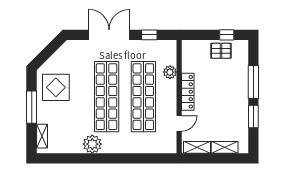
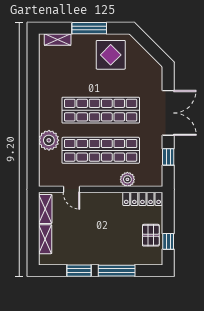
locker: (188, 92) -> (142, 199), moved
plant: (92, 144) -> (49, 140), moved

